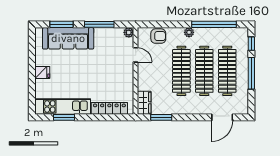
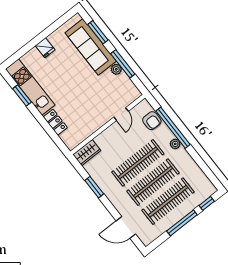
window: (214, 24) -> (173, 128), moved
plant: (129, 32) -> (116, 69), moved
locker: (109, 108) -> (55, 122), width x0.66
window: (161, 117) -> (94, 187), moved

